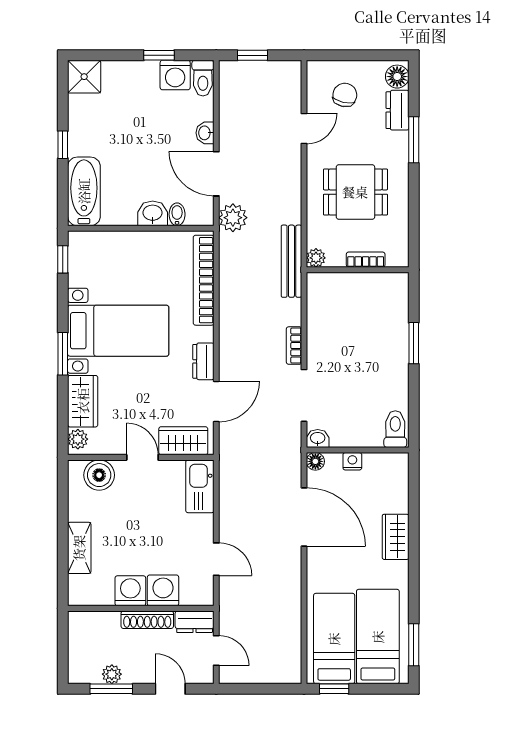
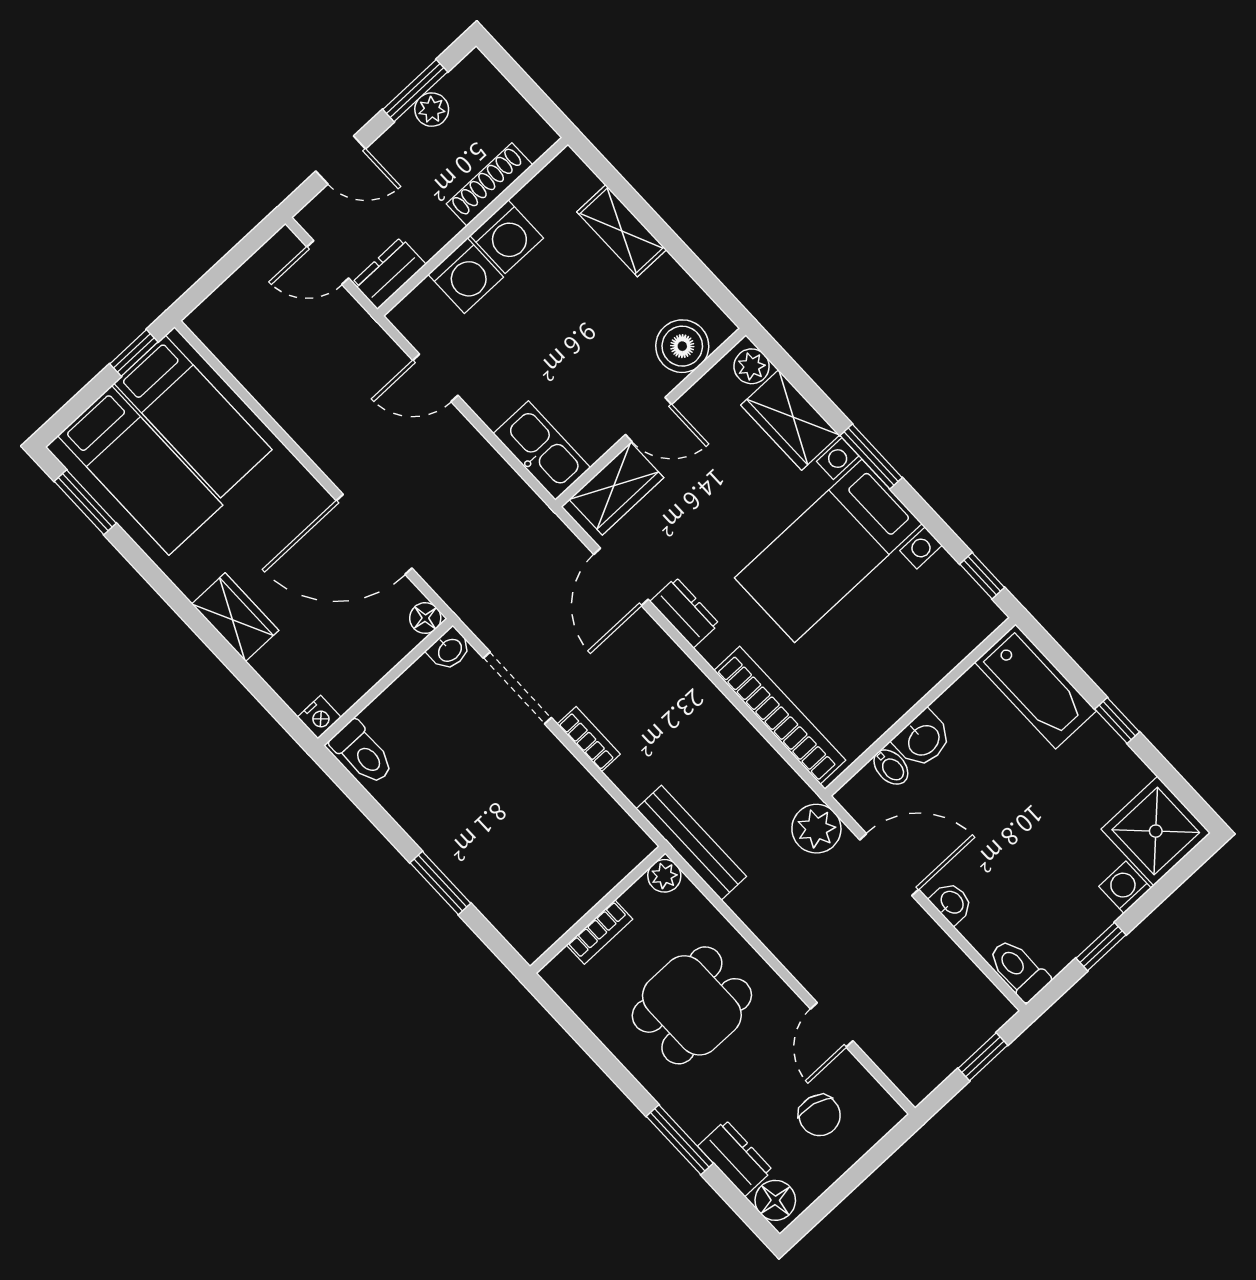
washing machine: (175, 75) -> (1125, 887), moved, width x0.73, depth x0.73
shower: (84, 77) -> (1156, 831), width x1.36, depth x1.36
nightstand: (352, 461) -> (319, 717), moved
shoe rack: (147, 620) -> (489, 184), moved

